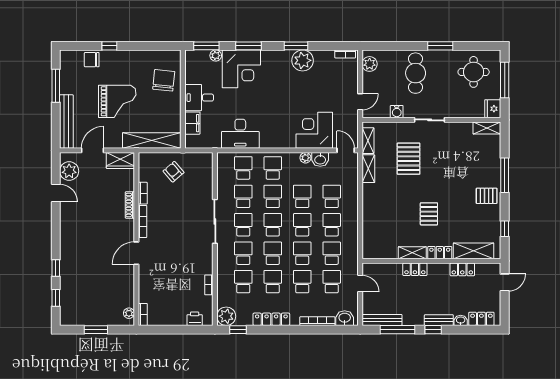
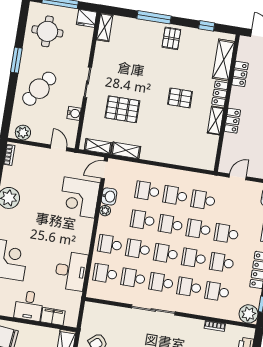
cafe table: (416, 73) -> (39, 89), turned -55
school desk: (332, 282) -> (231, 205), removed

